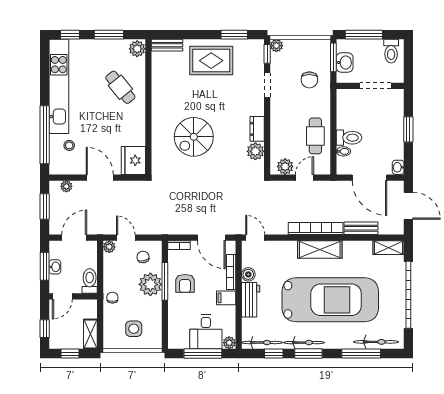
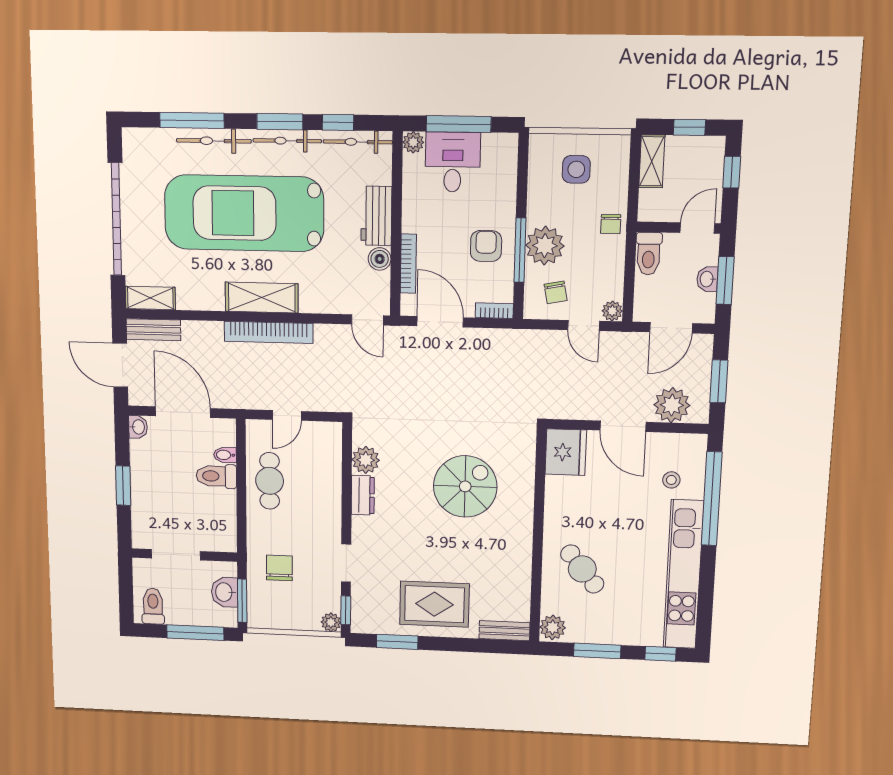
plant: (285, 166) -> (318, 434), removed
plant: (66, 186) -> (672, 405), width x1.87, depth x1.87
bench: (361, 228) -> (153, 330), moved
filing cabinet: (226, 298) -> (417, 220), removed
bicycle: (376, 342) -> (214, 141), moved

